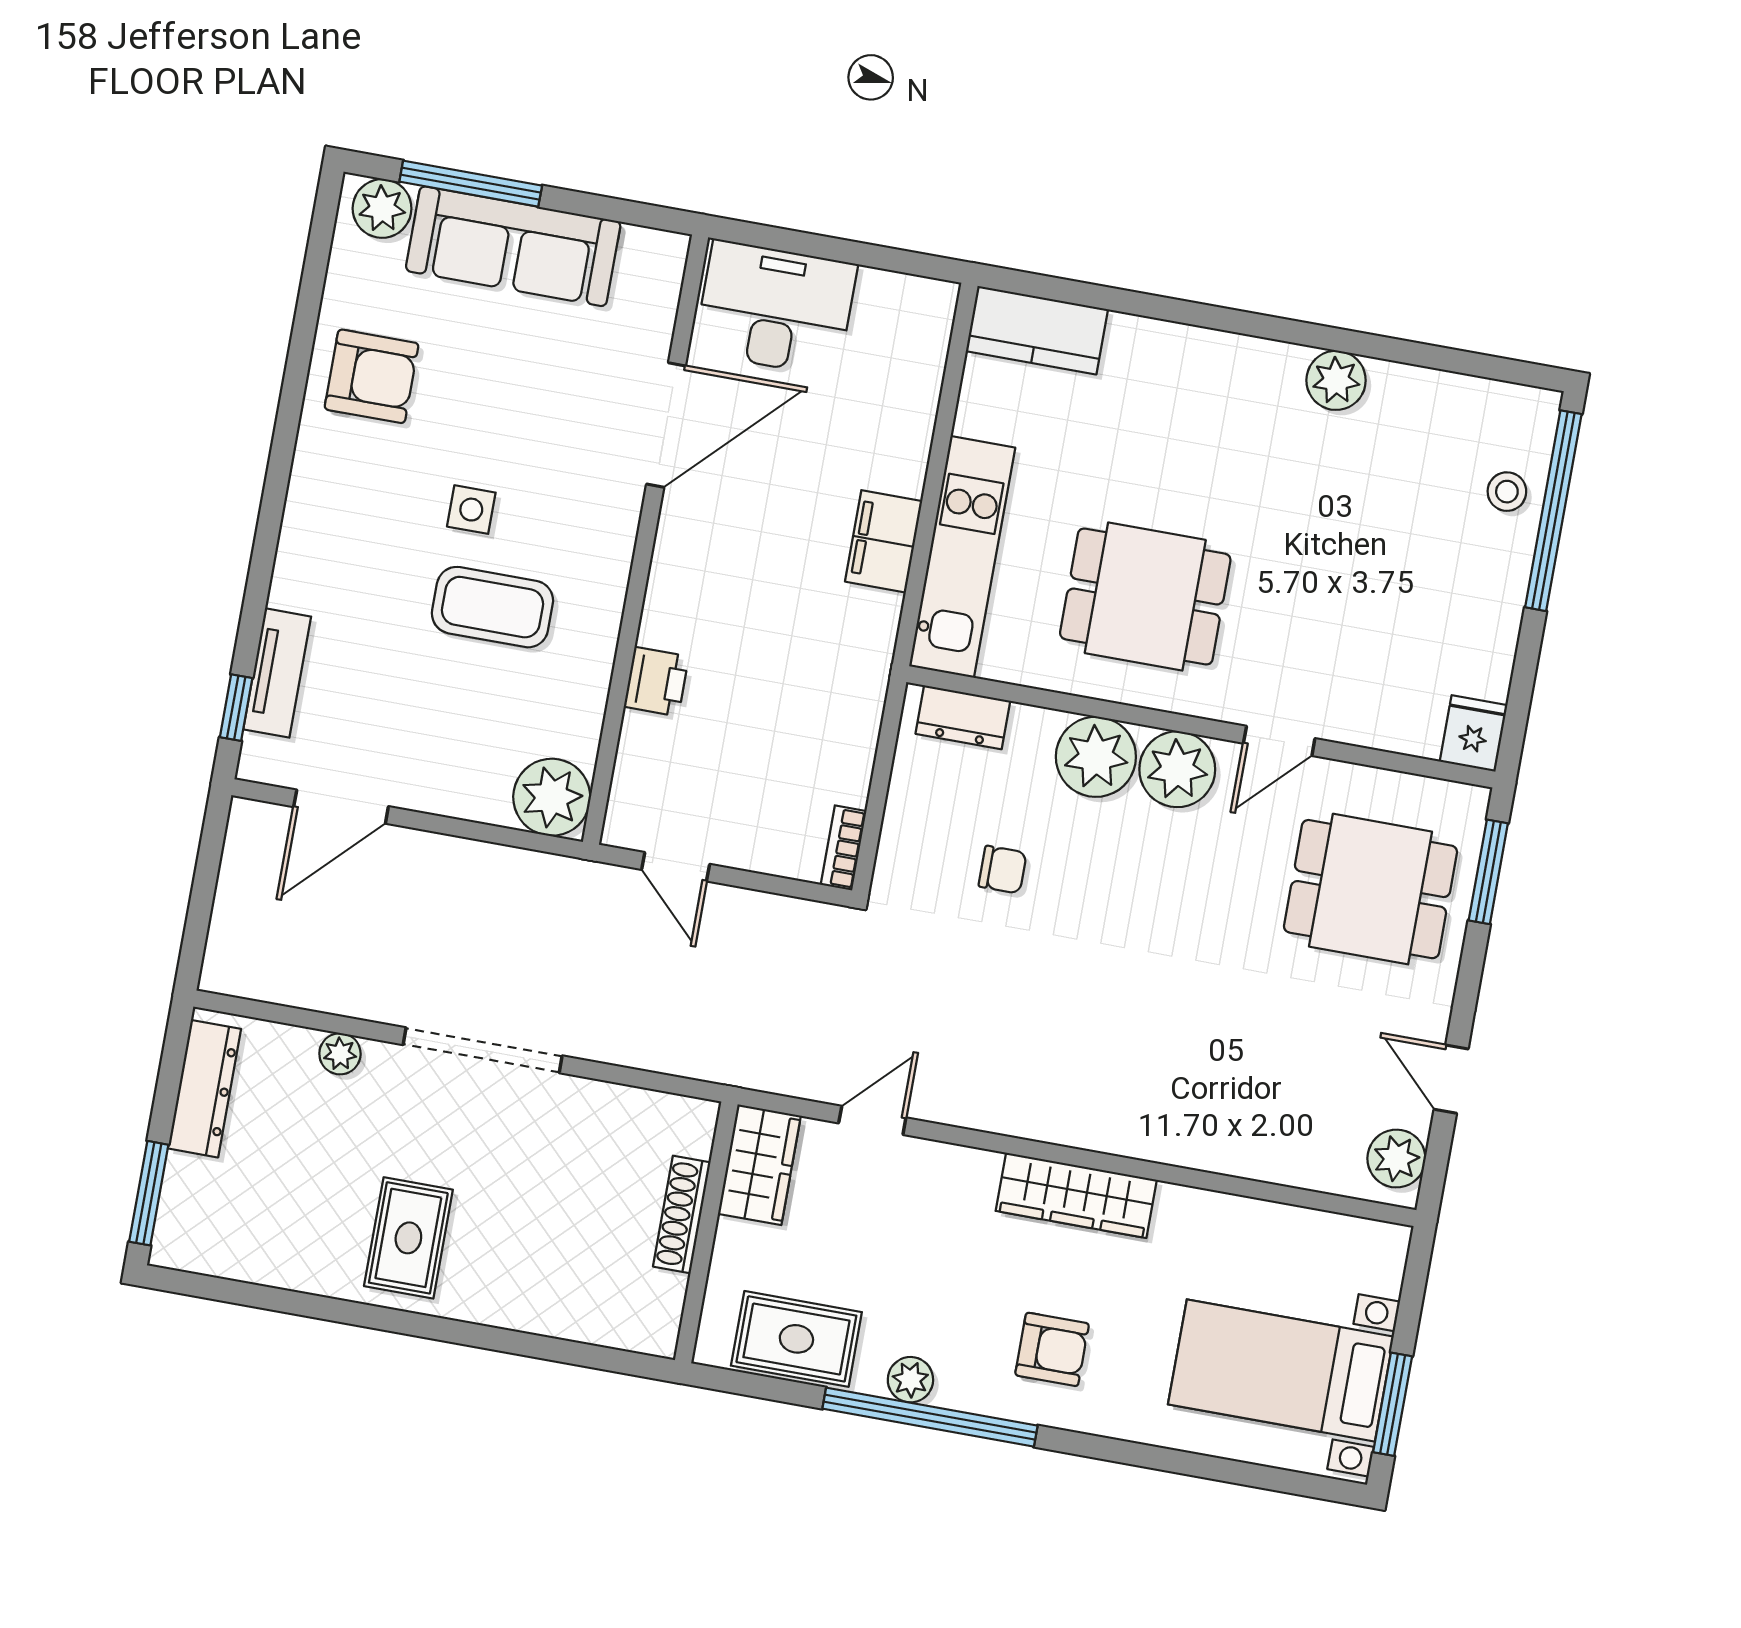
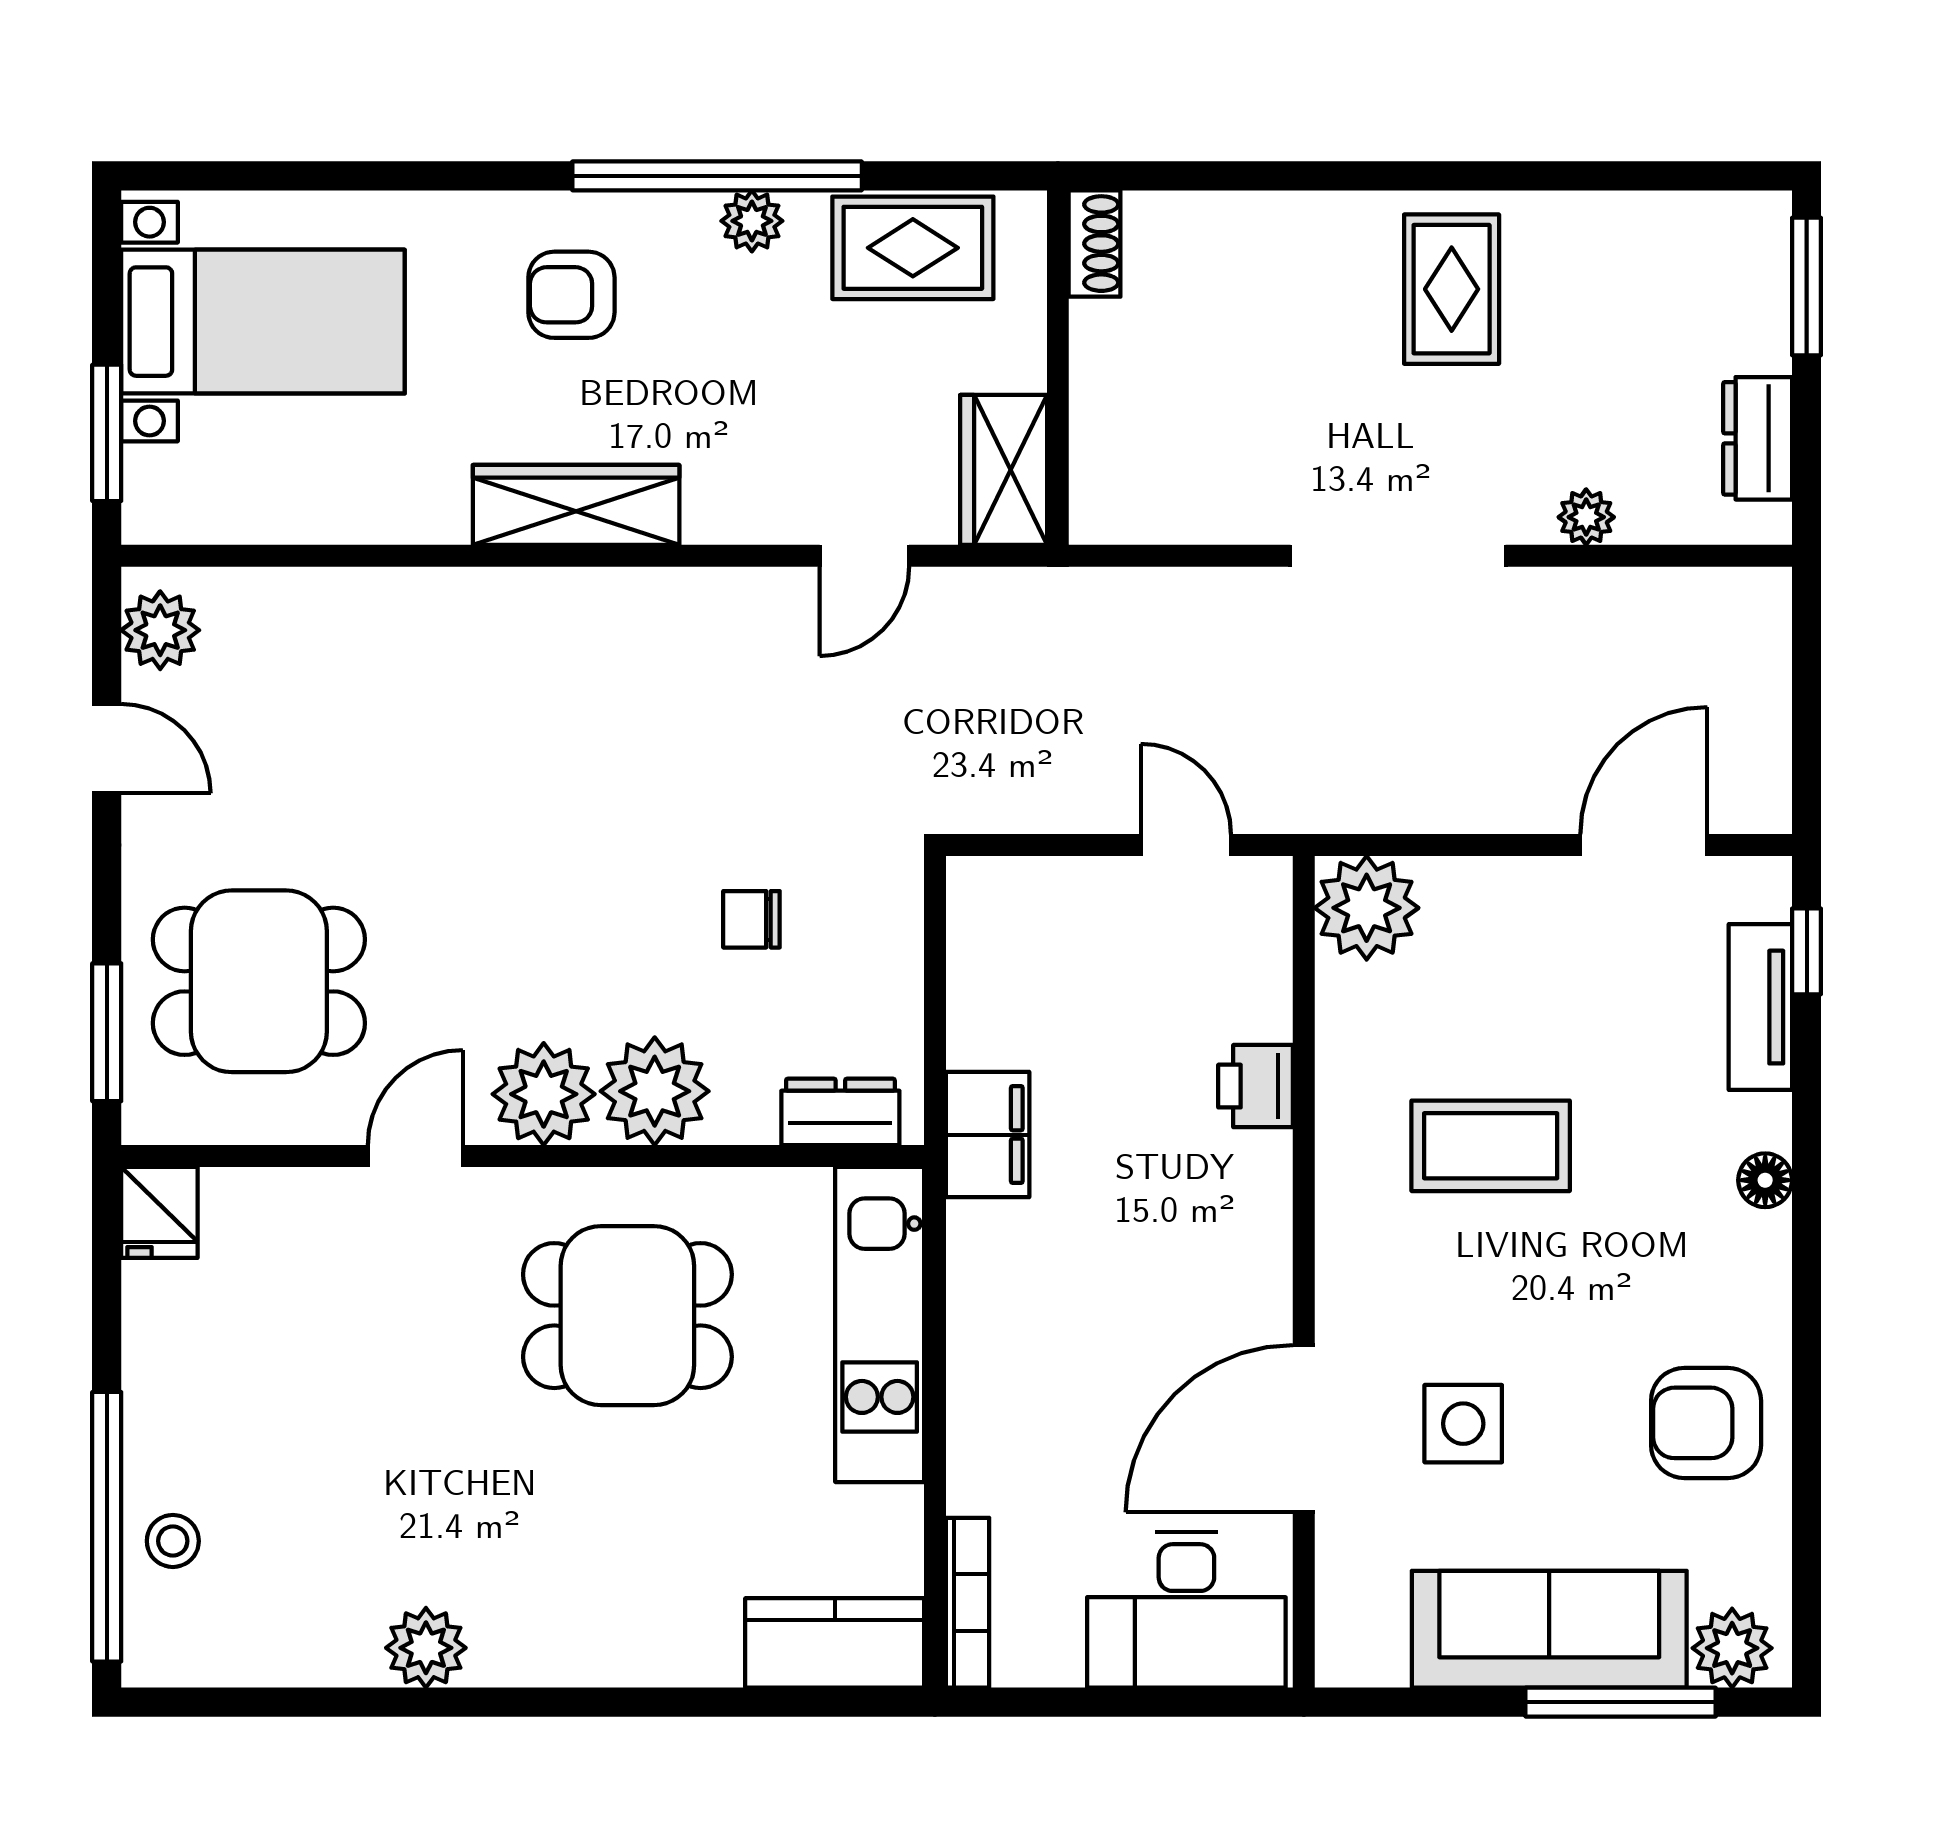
side table: (471, 510) -> (1463, 1424), moved, width x1.37, depth x1.37
filing cabinet: (884, 541) -> (988, 1135), moved
floor lamp: (296, 546) -> (1765, 1180), added
bookcase: (844, 848) -> (968, 1603), moved, width x1.56
dresser: (204, 1089) -> (1758, 438), width x0.70
shoe rack: (682, 1214) -> (1095, 244), moved, width x0.70
window: (1393, 1404) -> (107, 433), moved

